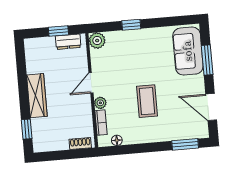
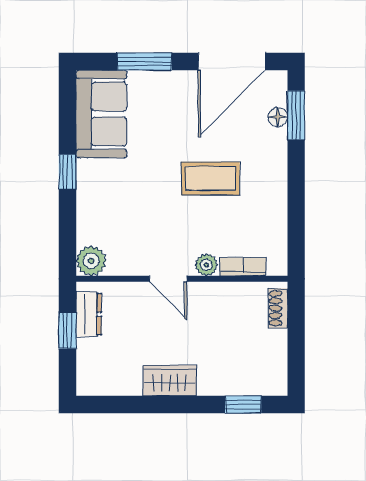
window: (131, 25) -> (67, 172), moved
sofa: (188, 51) -> (101, 114), moved, turned -90
wardrobe: (37, 96) -> (170, 380), width x0.67
door: (211, 107) -> (232, 61), width x1.36
floor lamp: (117, 140) -> (278, 117), moved

